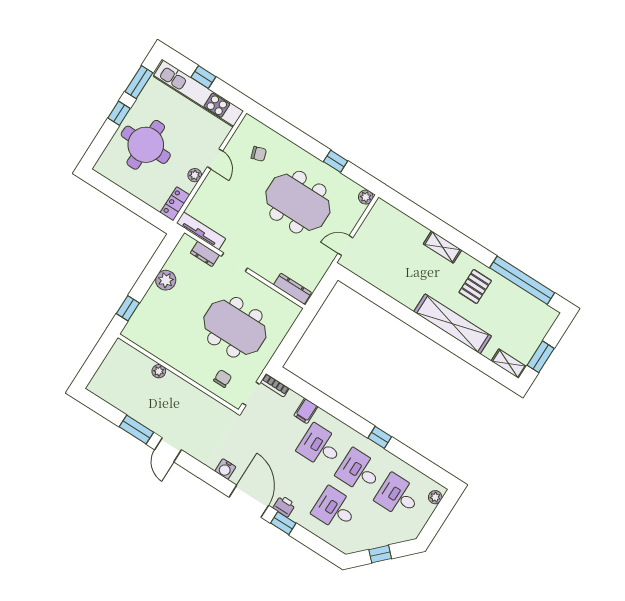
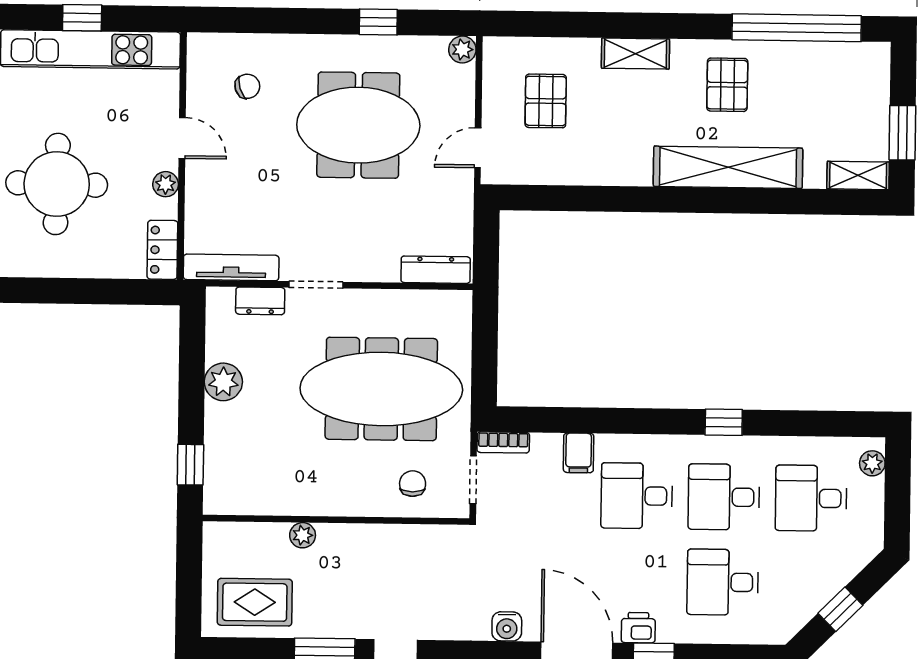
pallet: (389, 243) -> (546, 101), added
meeting table: (235, 327) -> (381, 389), width x1.36
rug: (119, 388) -> (255, 602), added

